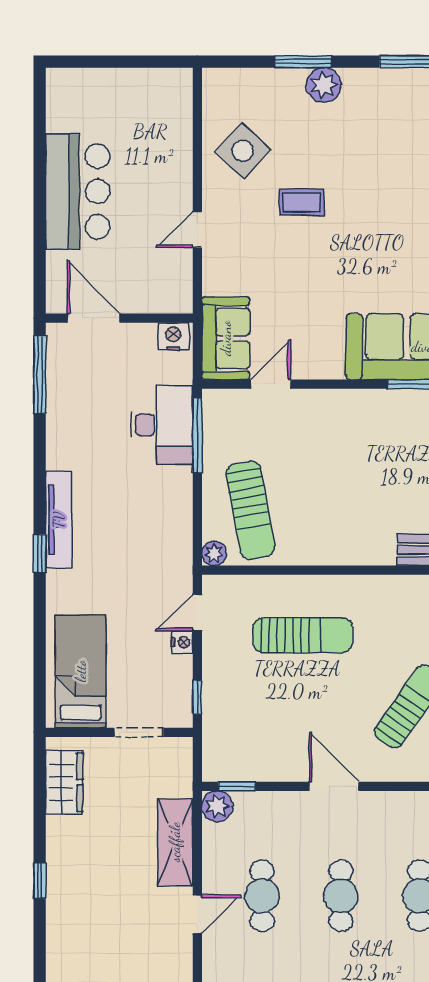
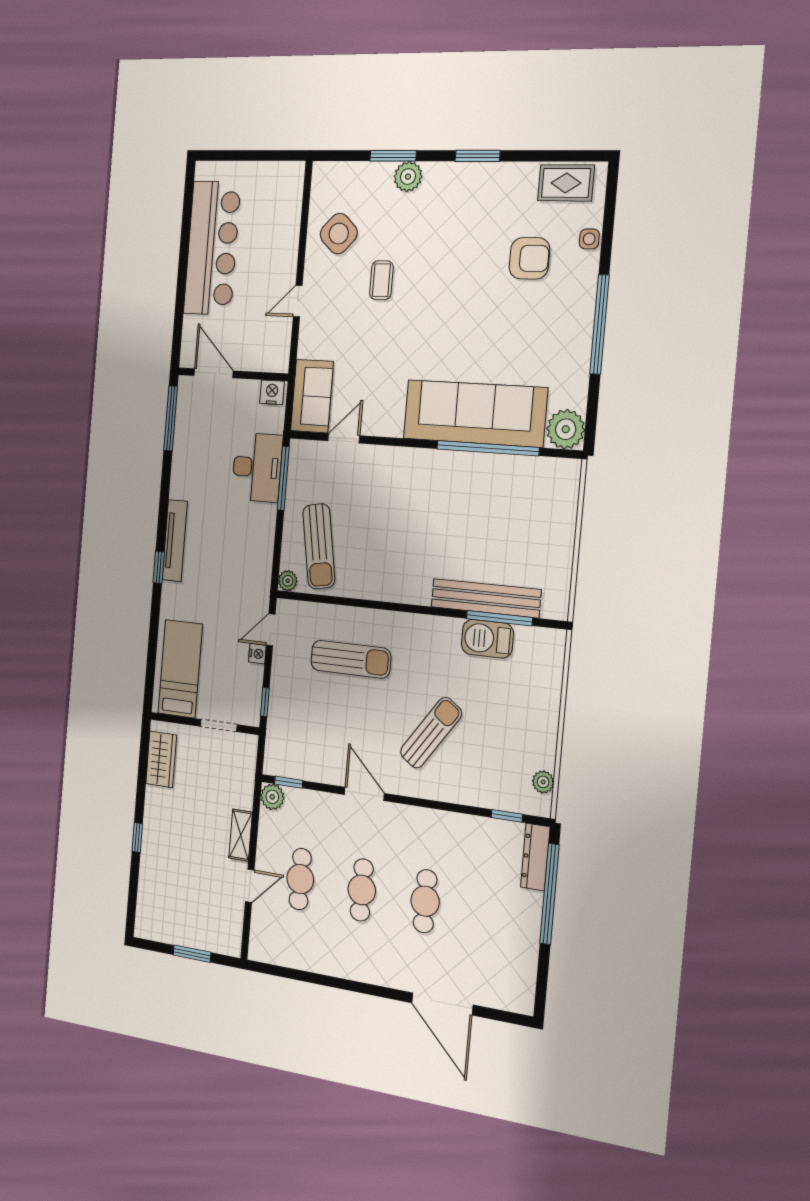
bar counter: (78, 192) -> (212, 248), width x1.36
coffee table: (302, 202) -> (381, 280), turned 90
shelving: (175, 842) -> (241, 835), width x0.67, depth x0.75

